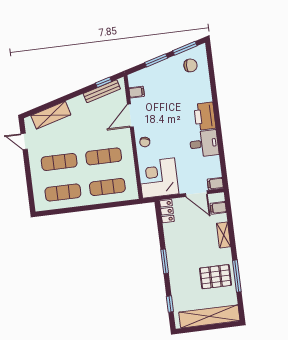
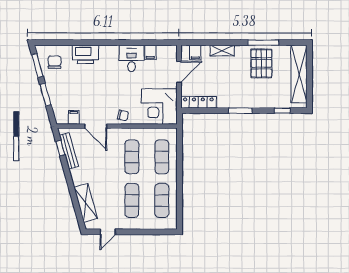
printer: (205, 116) -> (85, 54), moved
filing cabinet: (215, 184) -> (150, 52), moved
locker: (167, 211) -> (198, 102), width x1.53

